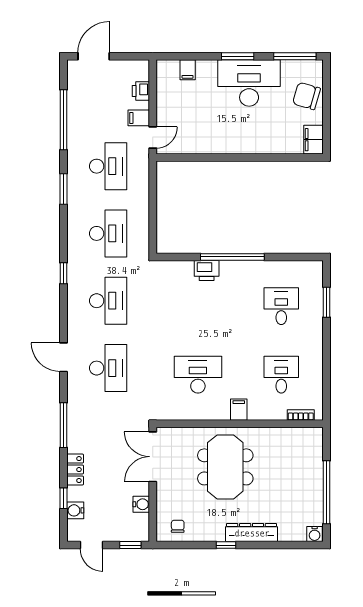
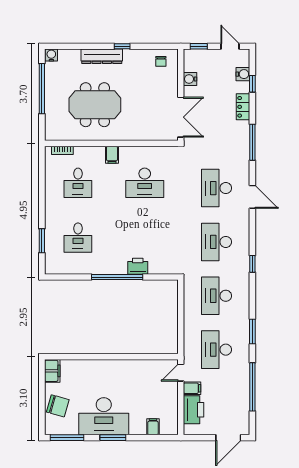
printer: (141, 91) -> (194, 410), width x1.87, depth x1.48
meeting table: (225, 467) -> (95, 105), moved, turned 90

